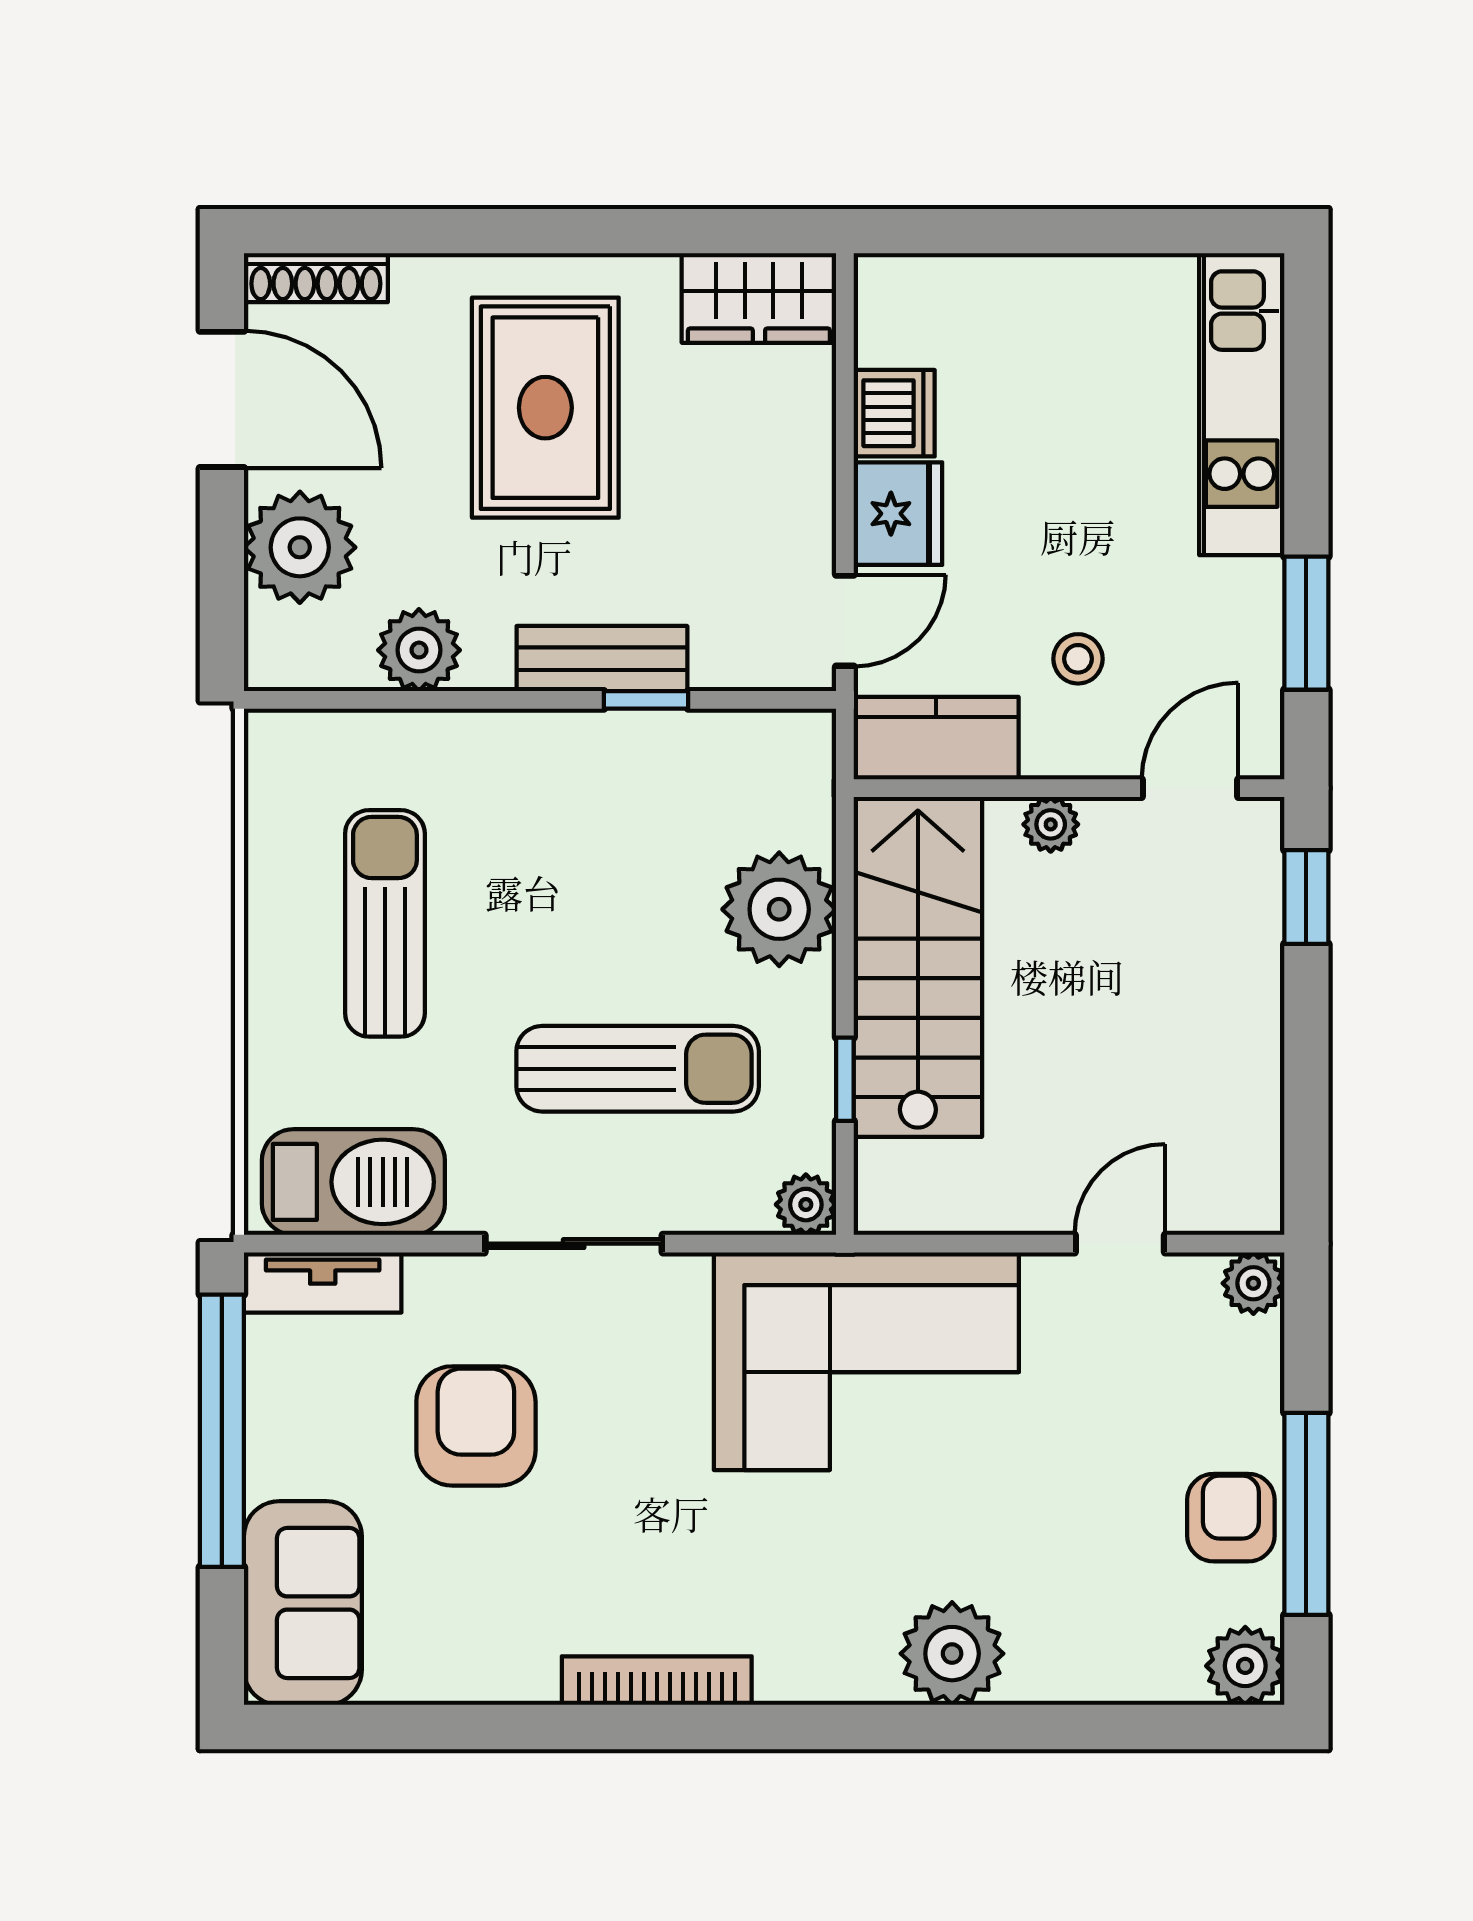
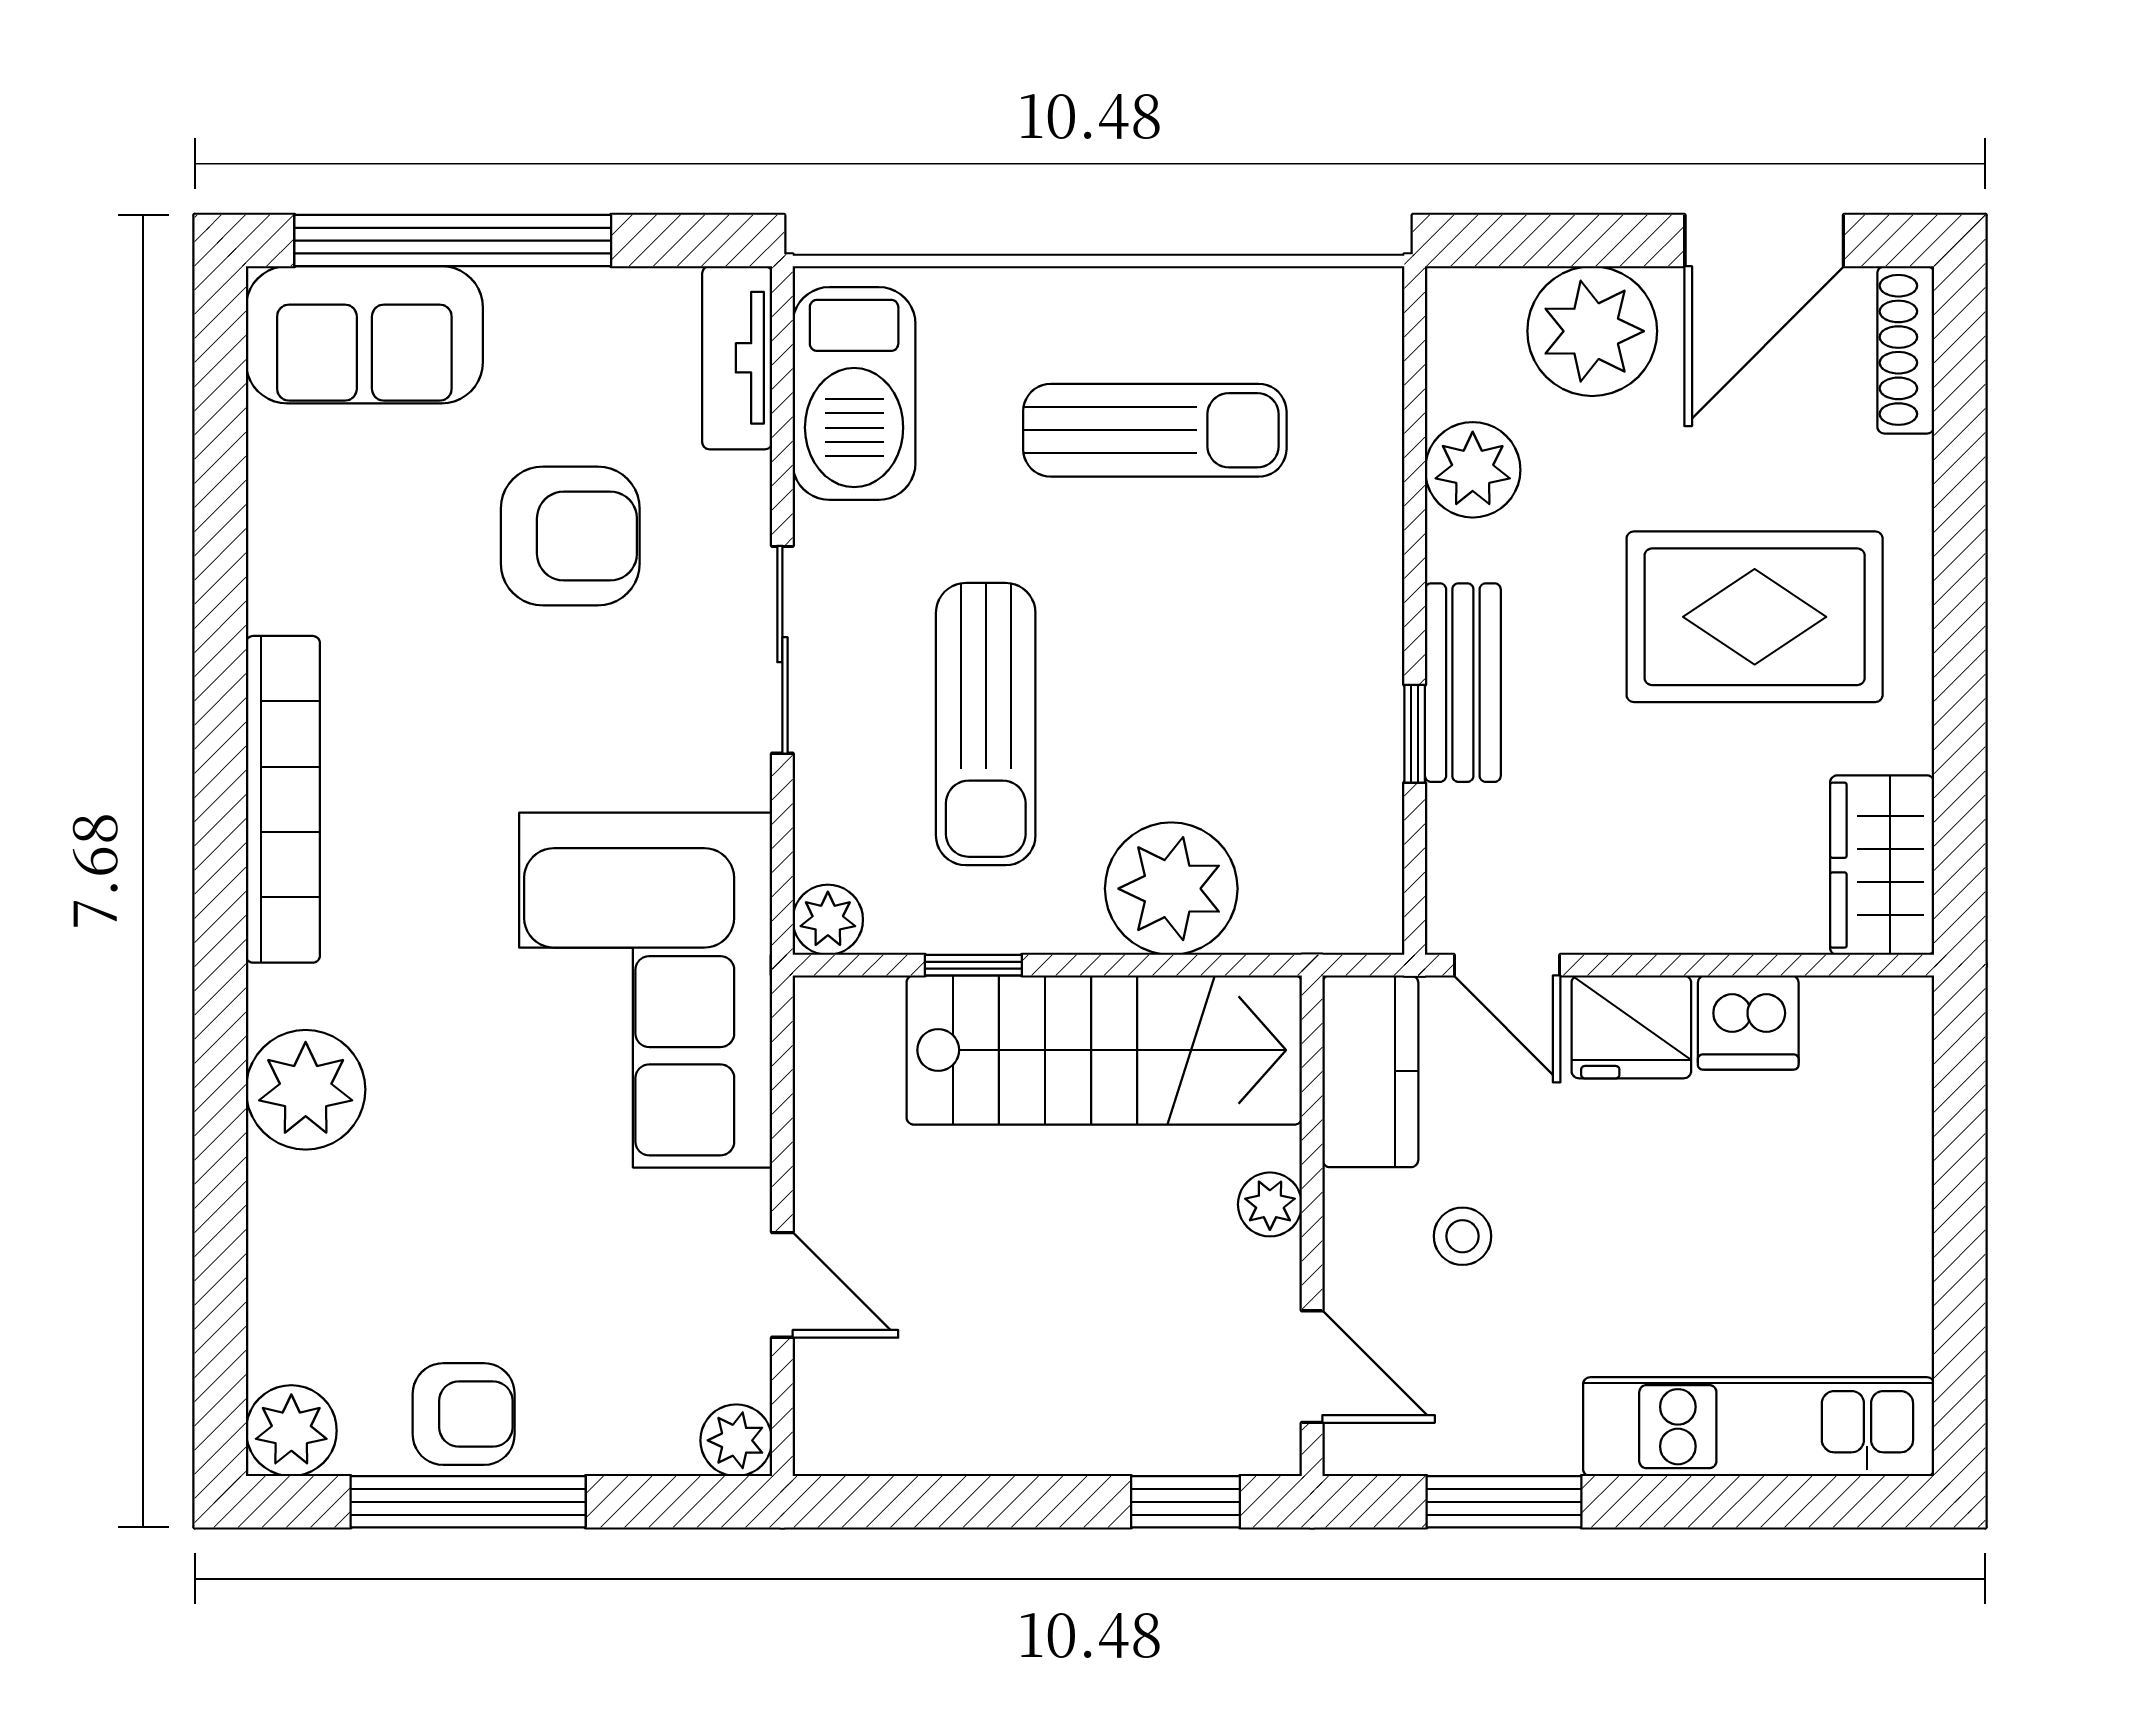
window: (222, 1431) -> (453, 241), moved
bookcase: (657, 1681) -> (283, 799), width x1.48, depth x1.31

